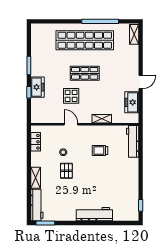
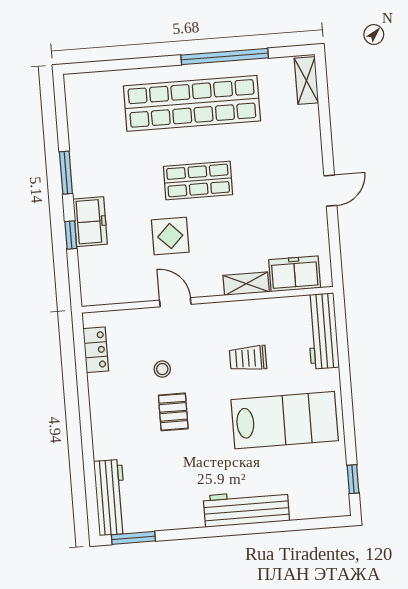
freezer: (132, 102) -> (295, 274), moved, turned 90
shelving: (36, 178) -> (102, 434), removed
lab bench: (114, 178) -> (285, 420), added

